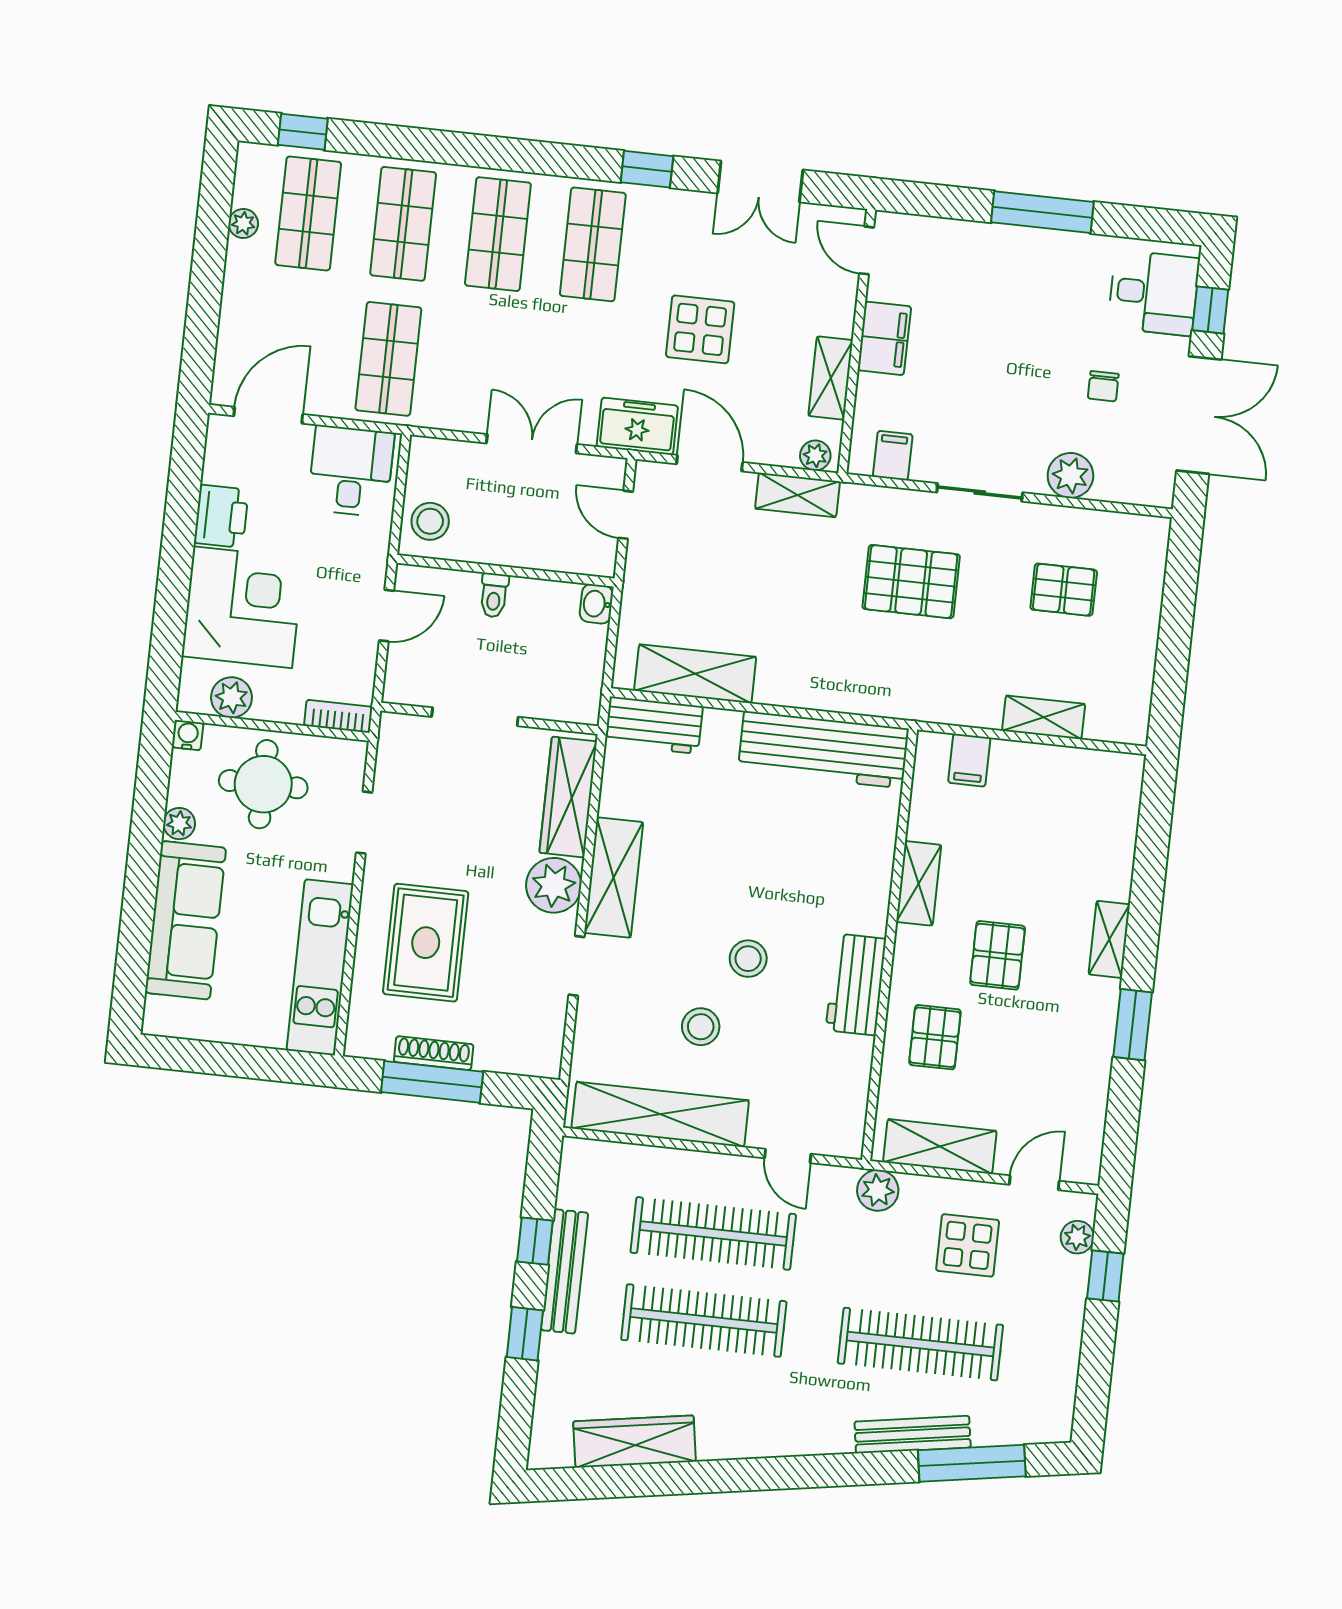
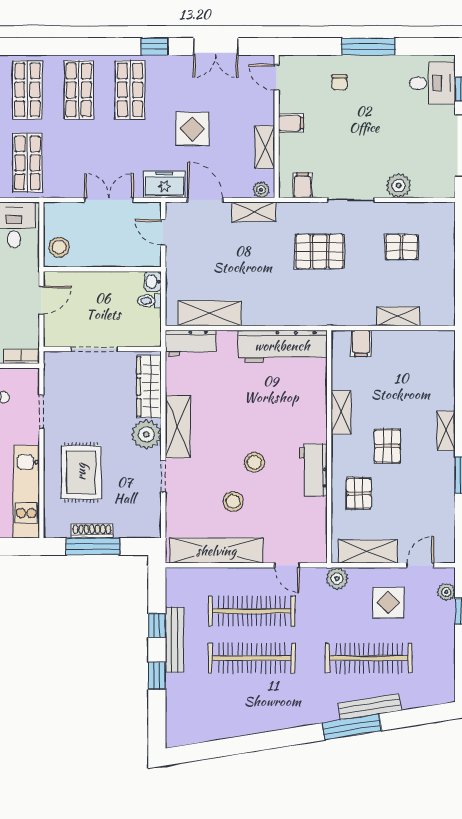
filing cabinet: (884, 338) -> (291, 123), width x0.50
chair: (1103, 386) -> (339, 83), moved
toilet: (494, 595) -> (149, 301), moved, turned 90
wardrobe: (634, 1441) -> (222, 727), removed
window: (972, 1463) -> (352, 727), moved

